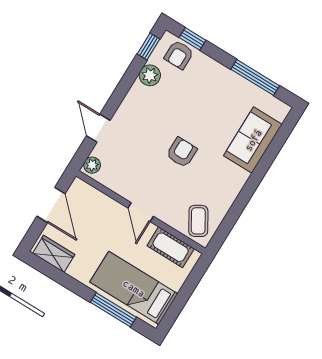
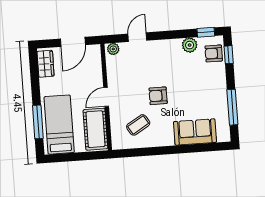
armchair: (182, 152) -> (158, 96), turned 180
coffee table: (198, 221) -> (138, 125), moved
cot: (171, 247) -> (95, 129), width x1.37, depth x1.34

